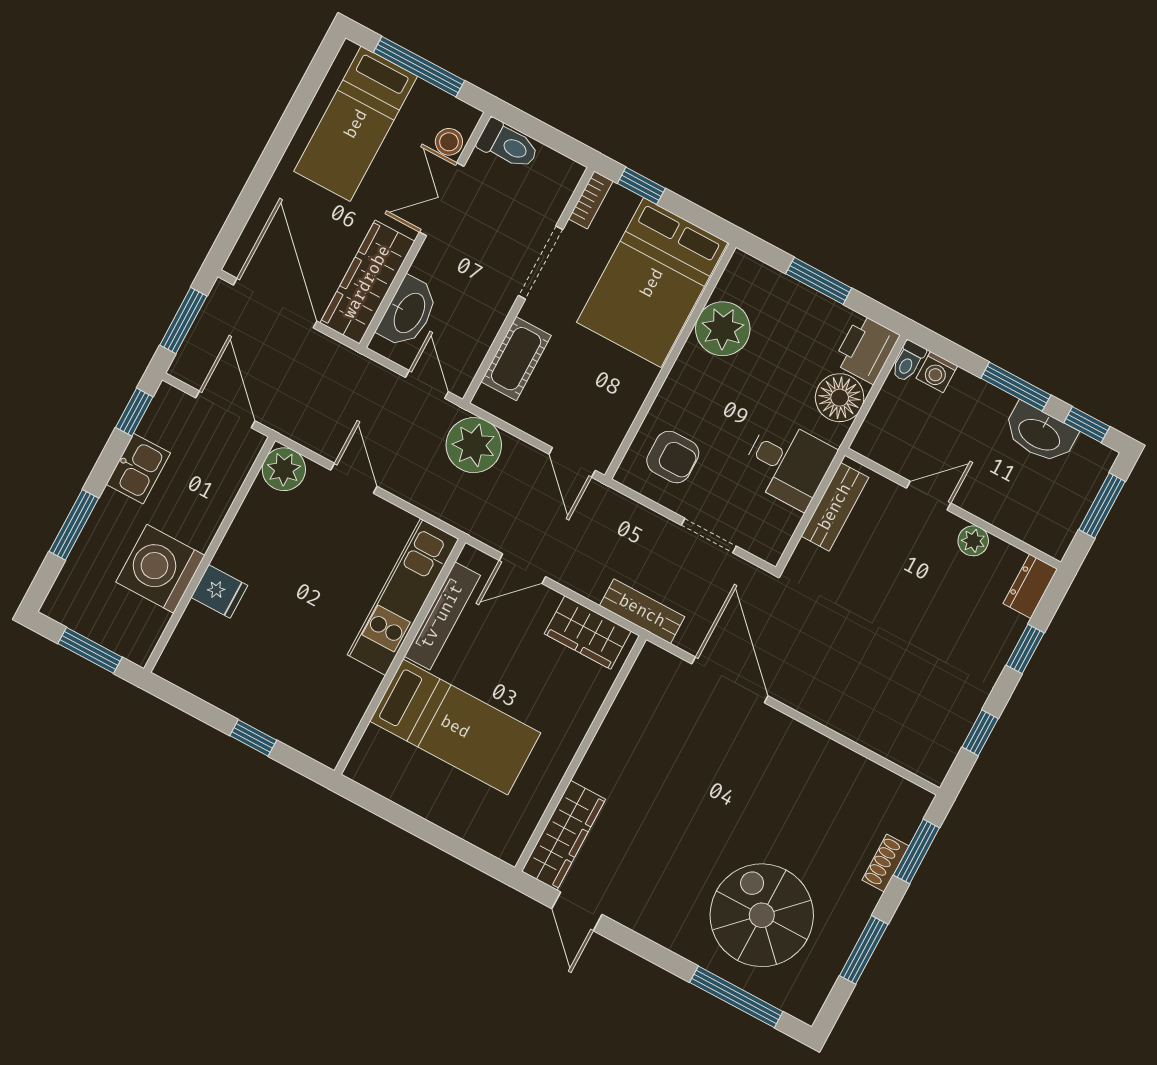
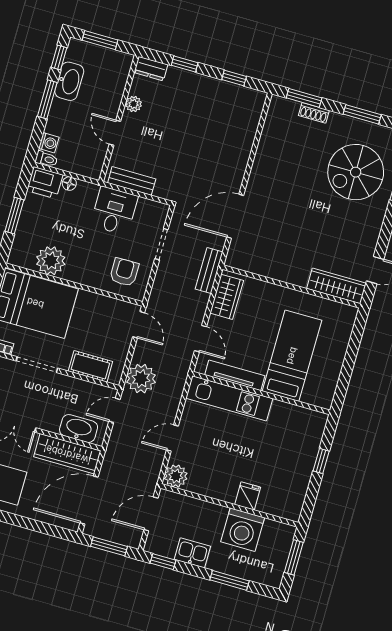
floor lamp: (840, 398) -> (69, 184), width x0.53, depth x0.53
door: (572, 462) -> (139, 325), hinge flipped

